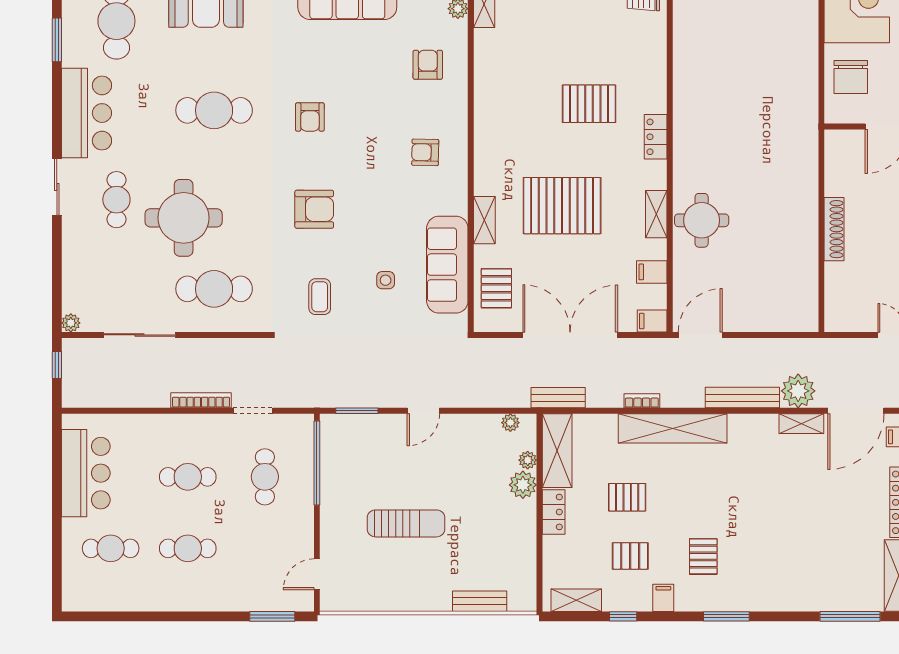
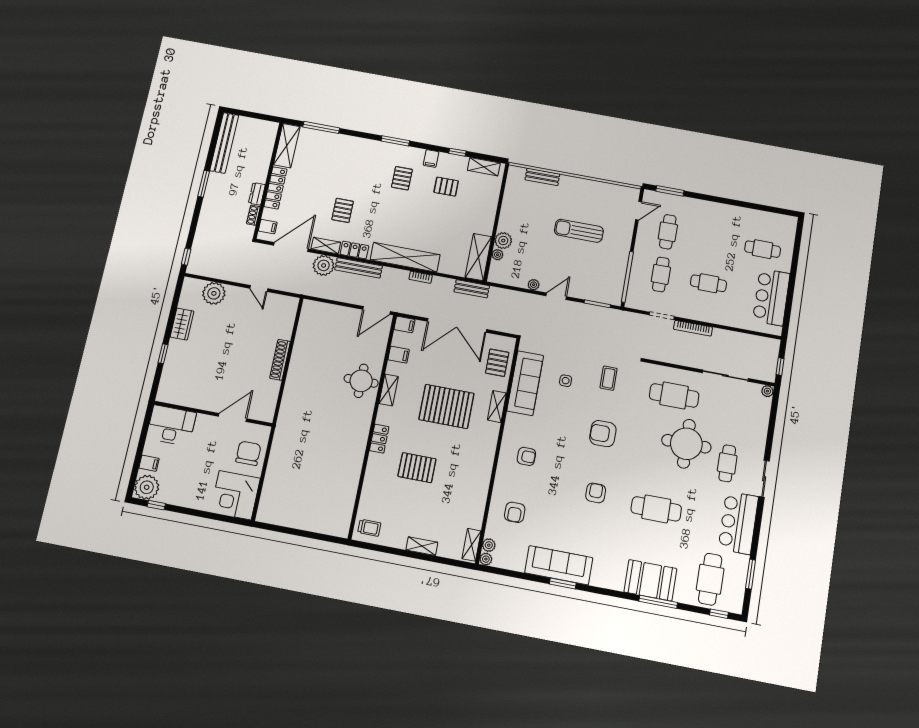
plant: (510, 423) -> (534, 285), moved
pallet: (627, 497) -> (343, 210), moved, turned 90
locker: (554, 512) -> (354, 250), moved, turned 90
cafe table: (188, 548) -> (668, 232), moved, turned 90

